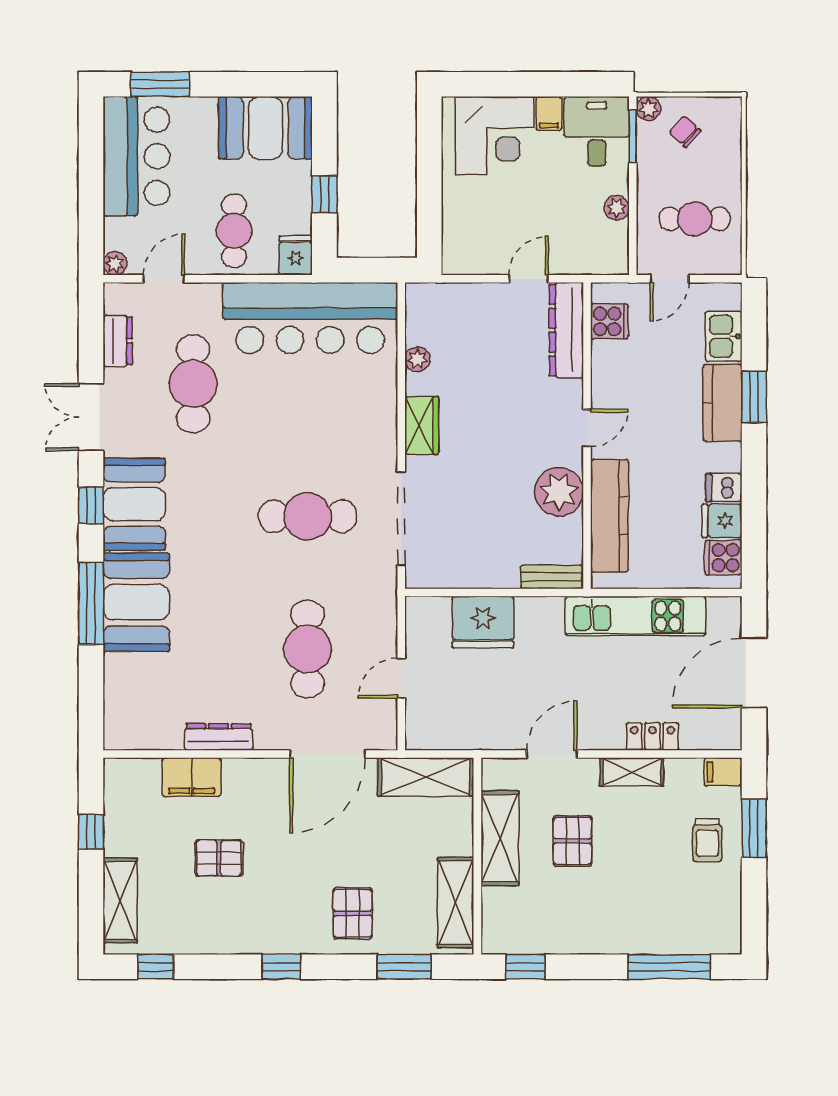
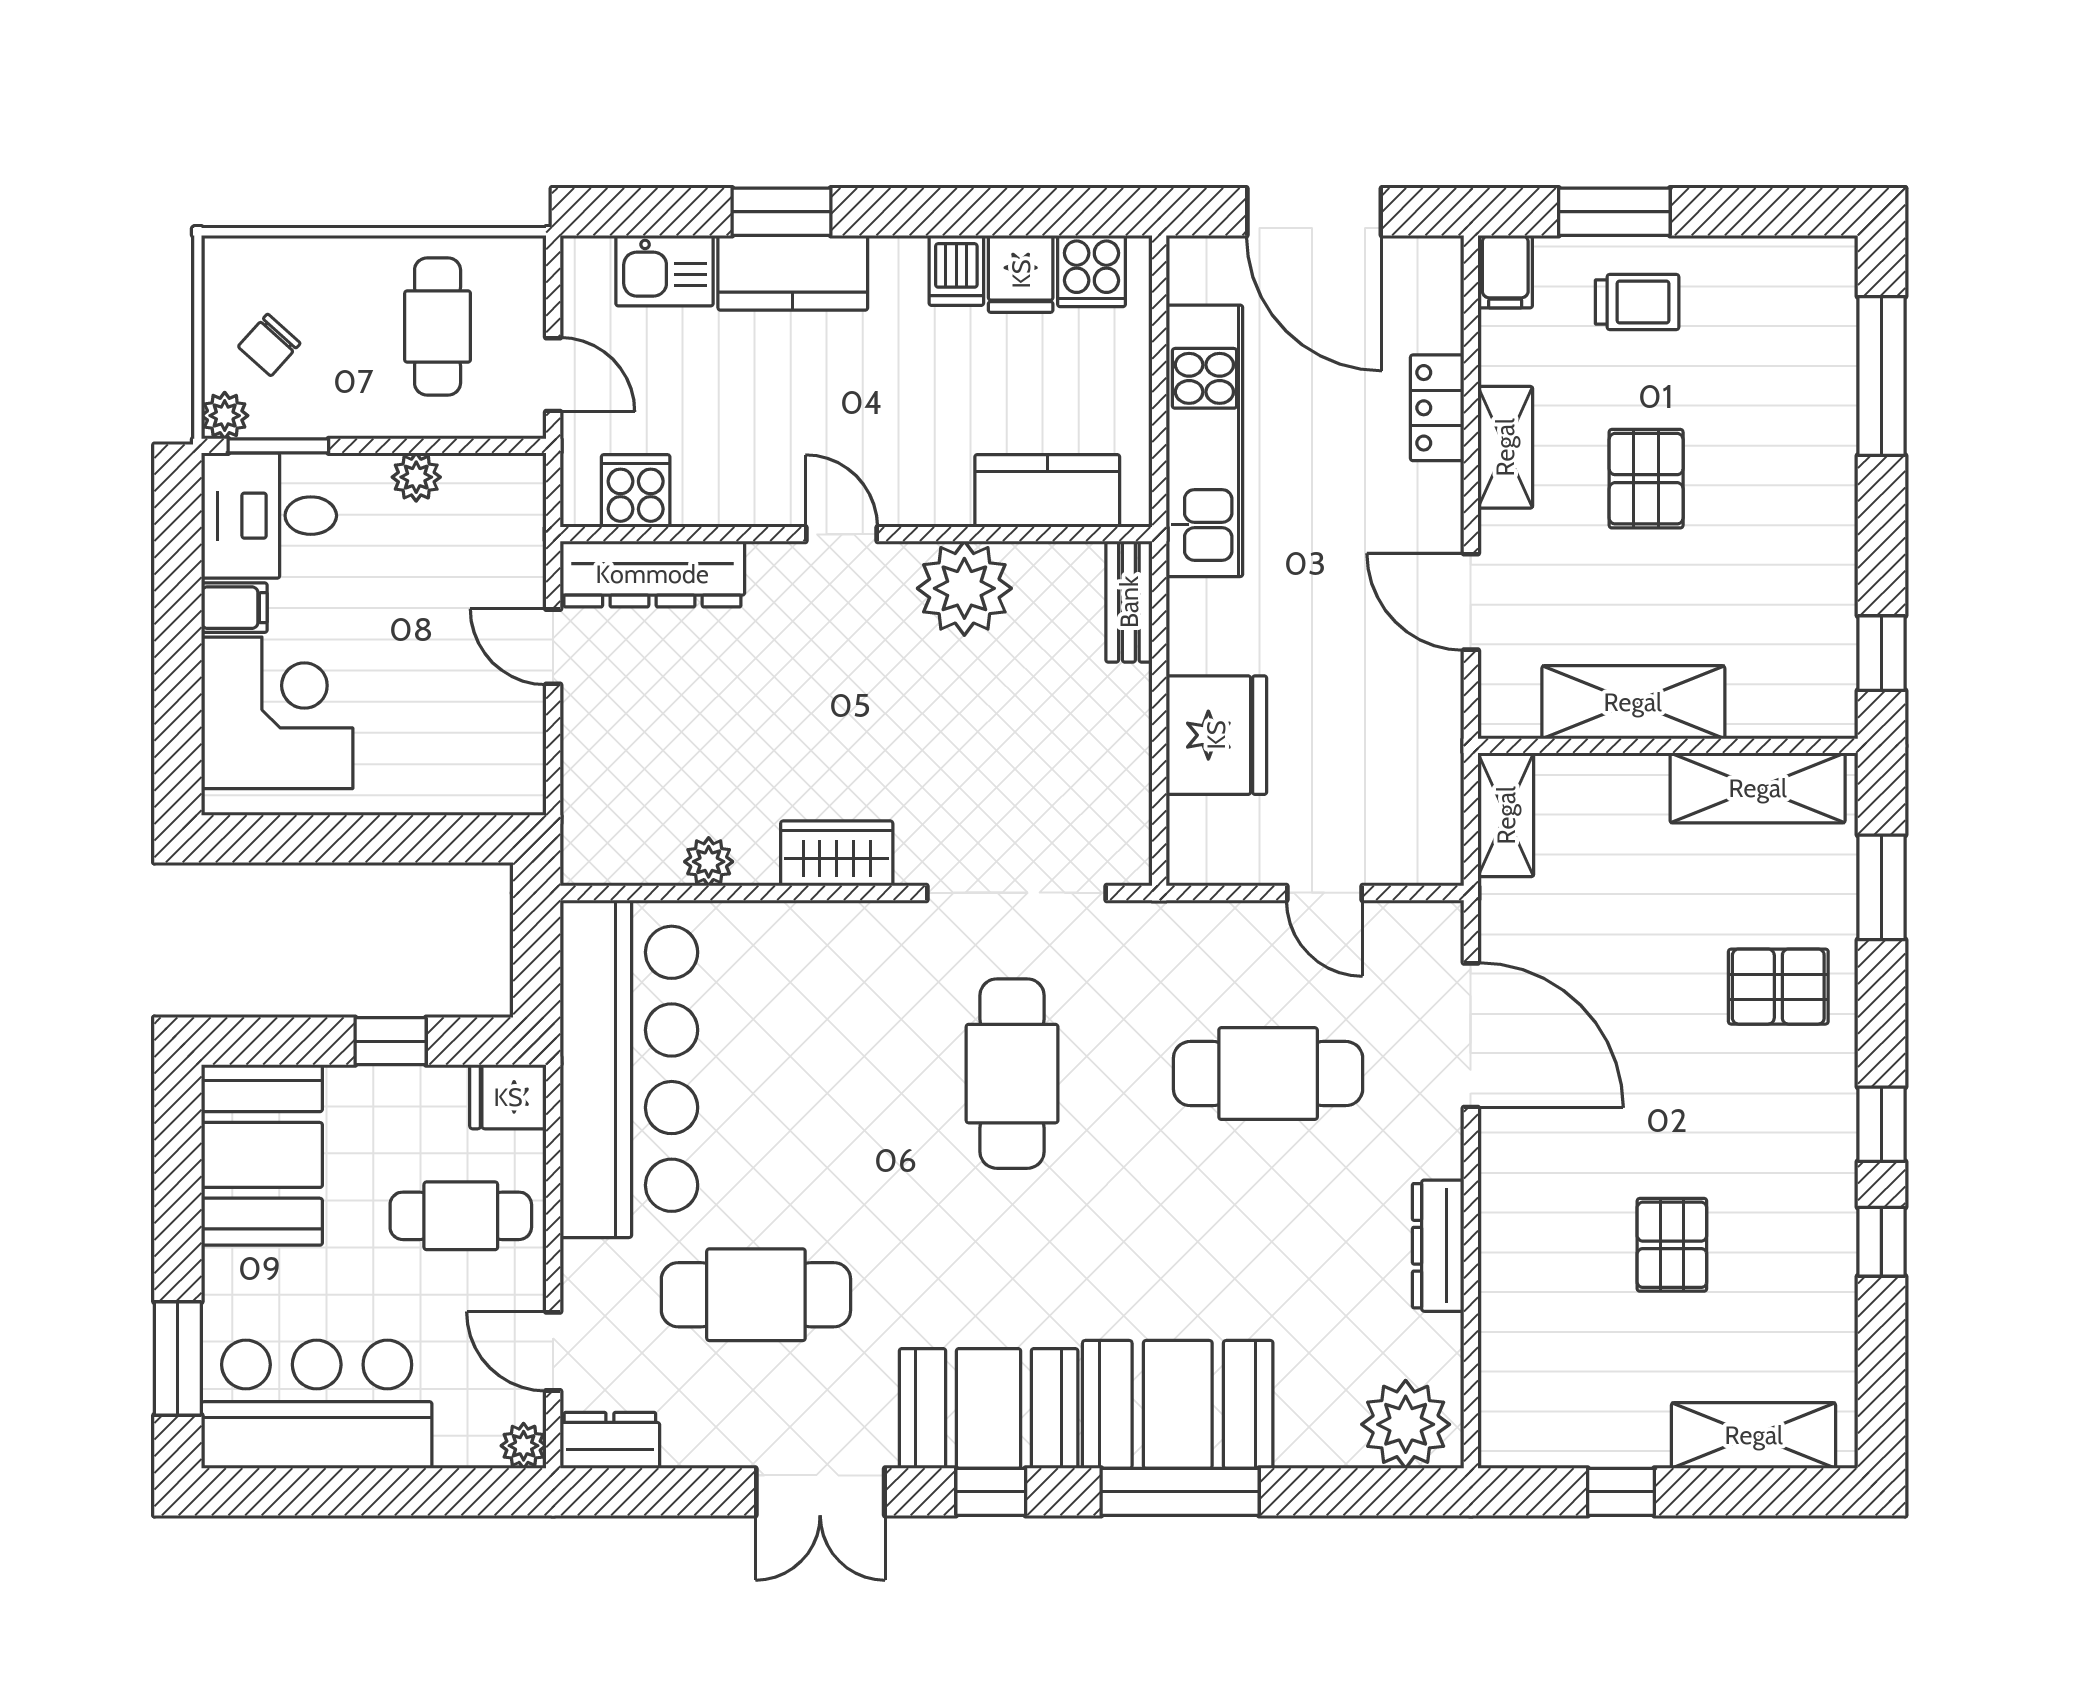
dresser: (118, 341) -> (610, 1440), moved
kitchen counter: (610, 516) -> (1047, 491), width x0.67
plant: (126, 720) -> (1406, 1424), added
filing cabinet: (192, 777) -> (1516, 1298), removed
shelving: (426, 777) -> (1506, 815), width x0.67, depth x0.75
pallet: (572, 841) -> (1646, 479), moved, turned 90
window: (156, 967) -> (1881, 1242), moved

